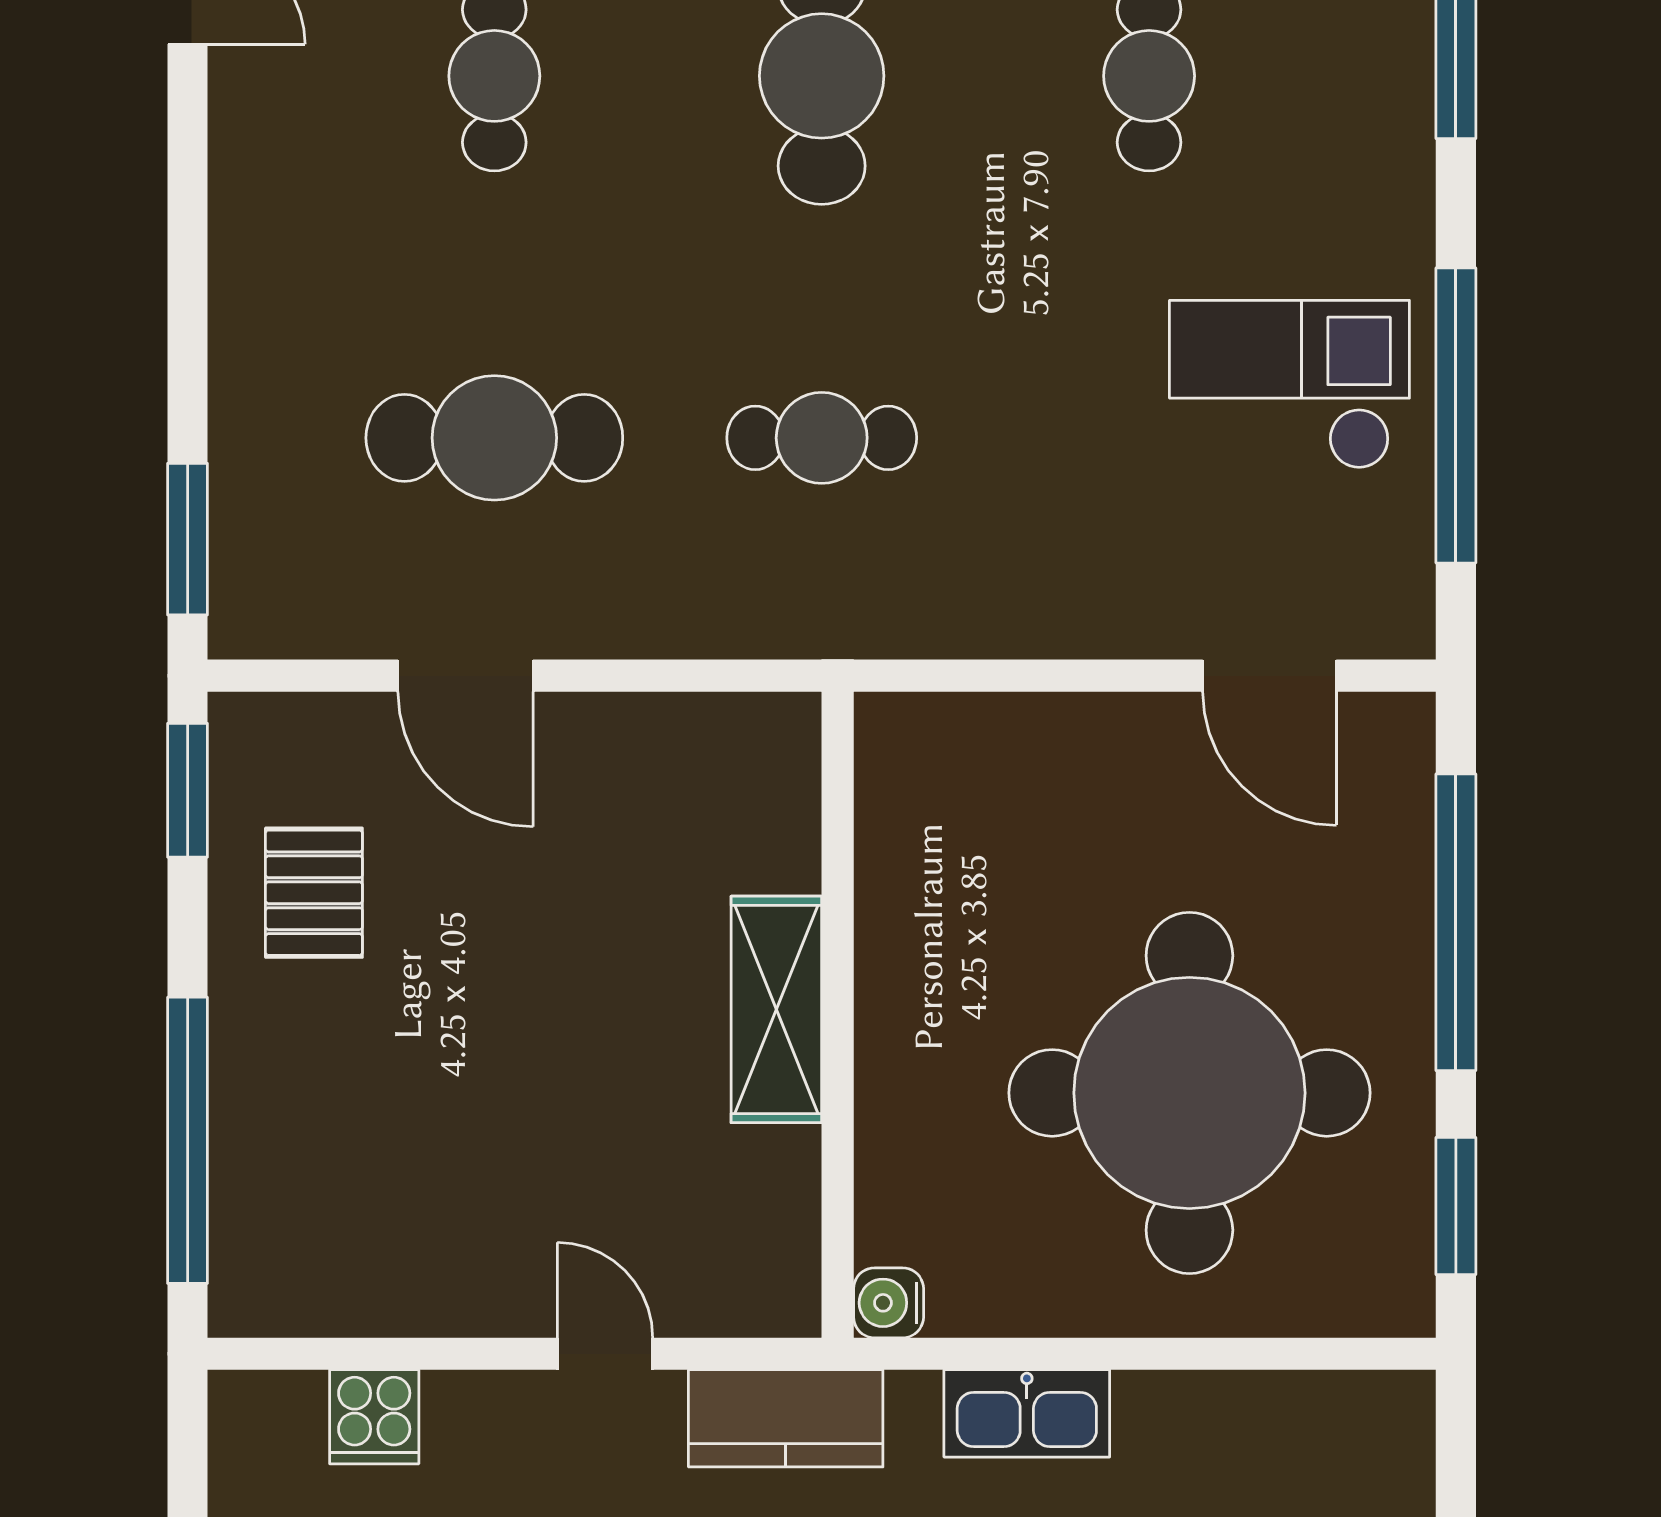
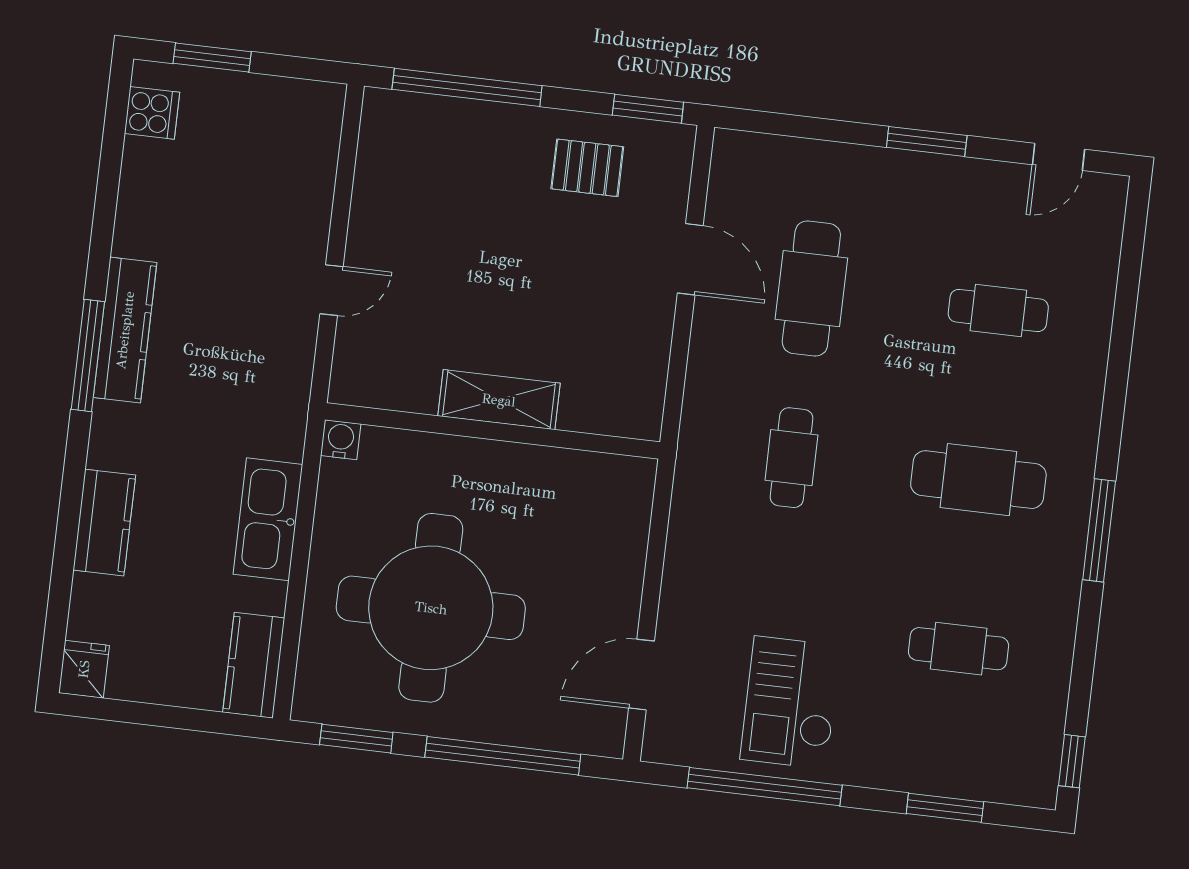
checkout: (1289, 385) -> (791, 702), turned 180
window: (188, 539) -> (927, 141), moved
door: (465, 676) -> (690, 259), swing flipped
kitchen sink: (1027, 1413) -> (268, 519), width x1.36, depth x1.24
cooker: (374, 1417) -> (313, 167), removed
kitchen counter: (786, 1418) -> (254, 665), moved

